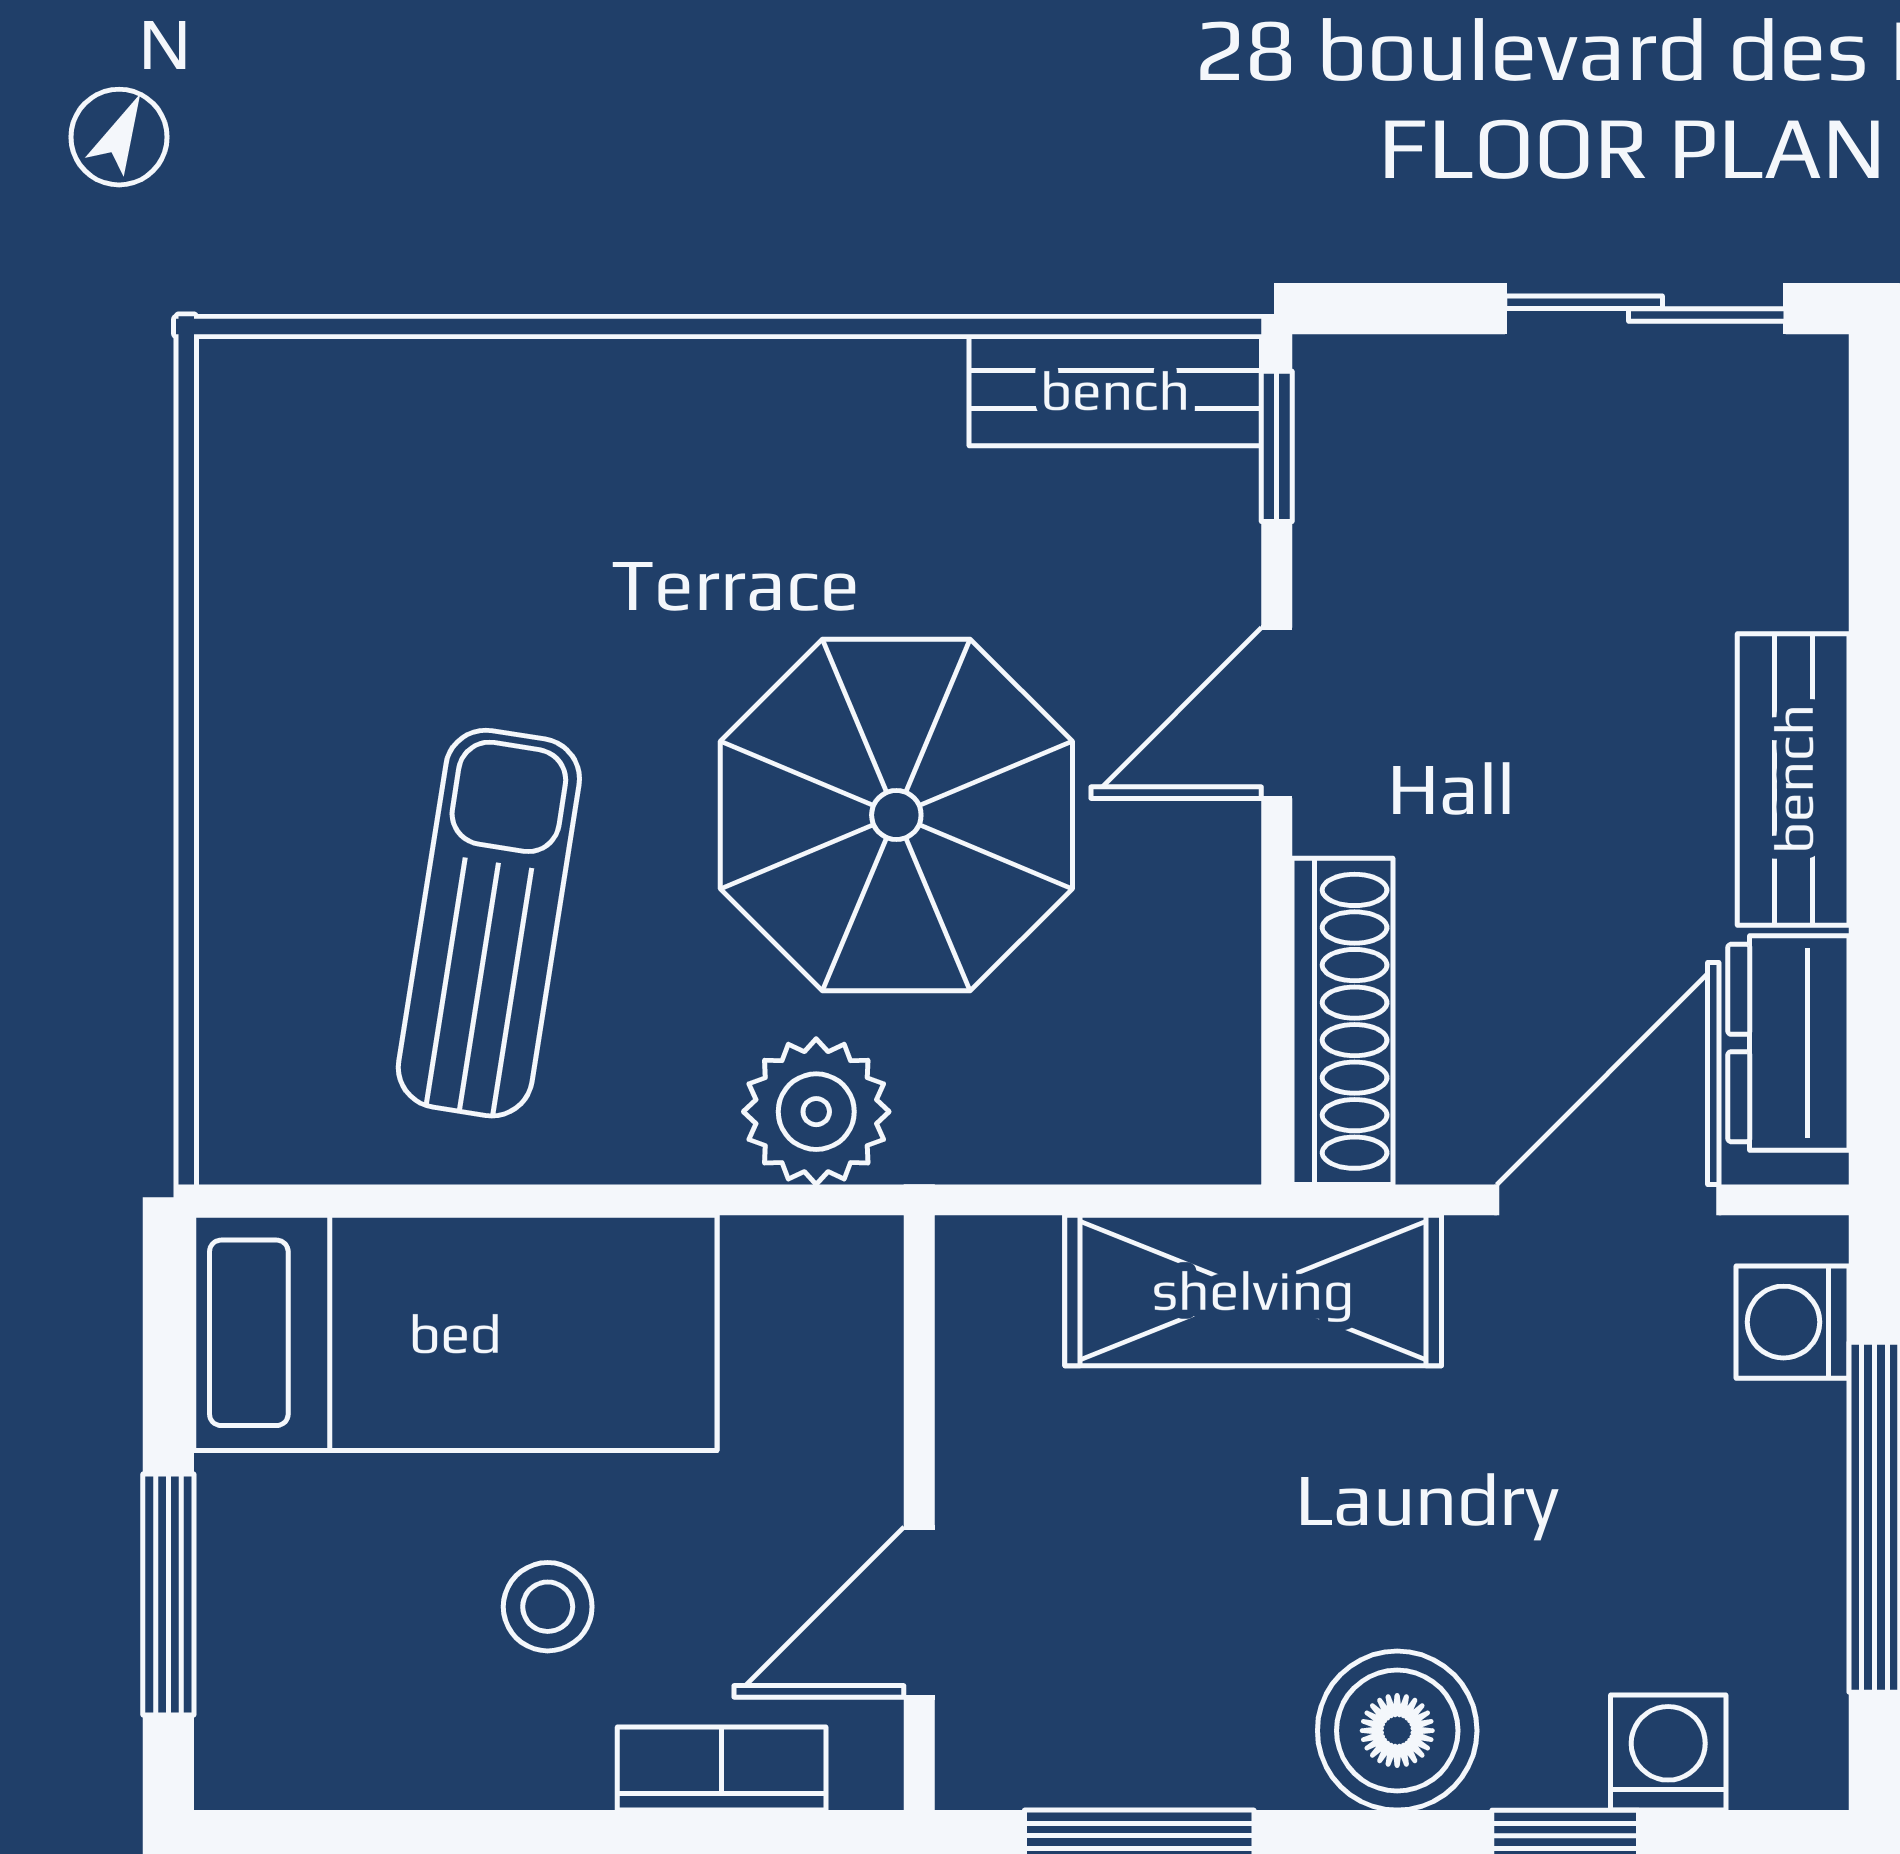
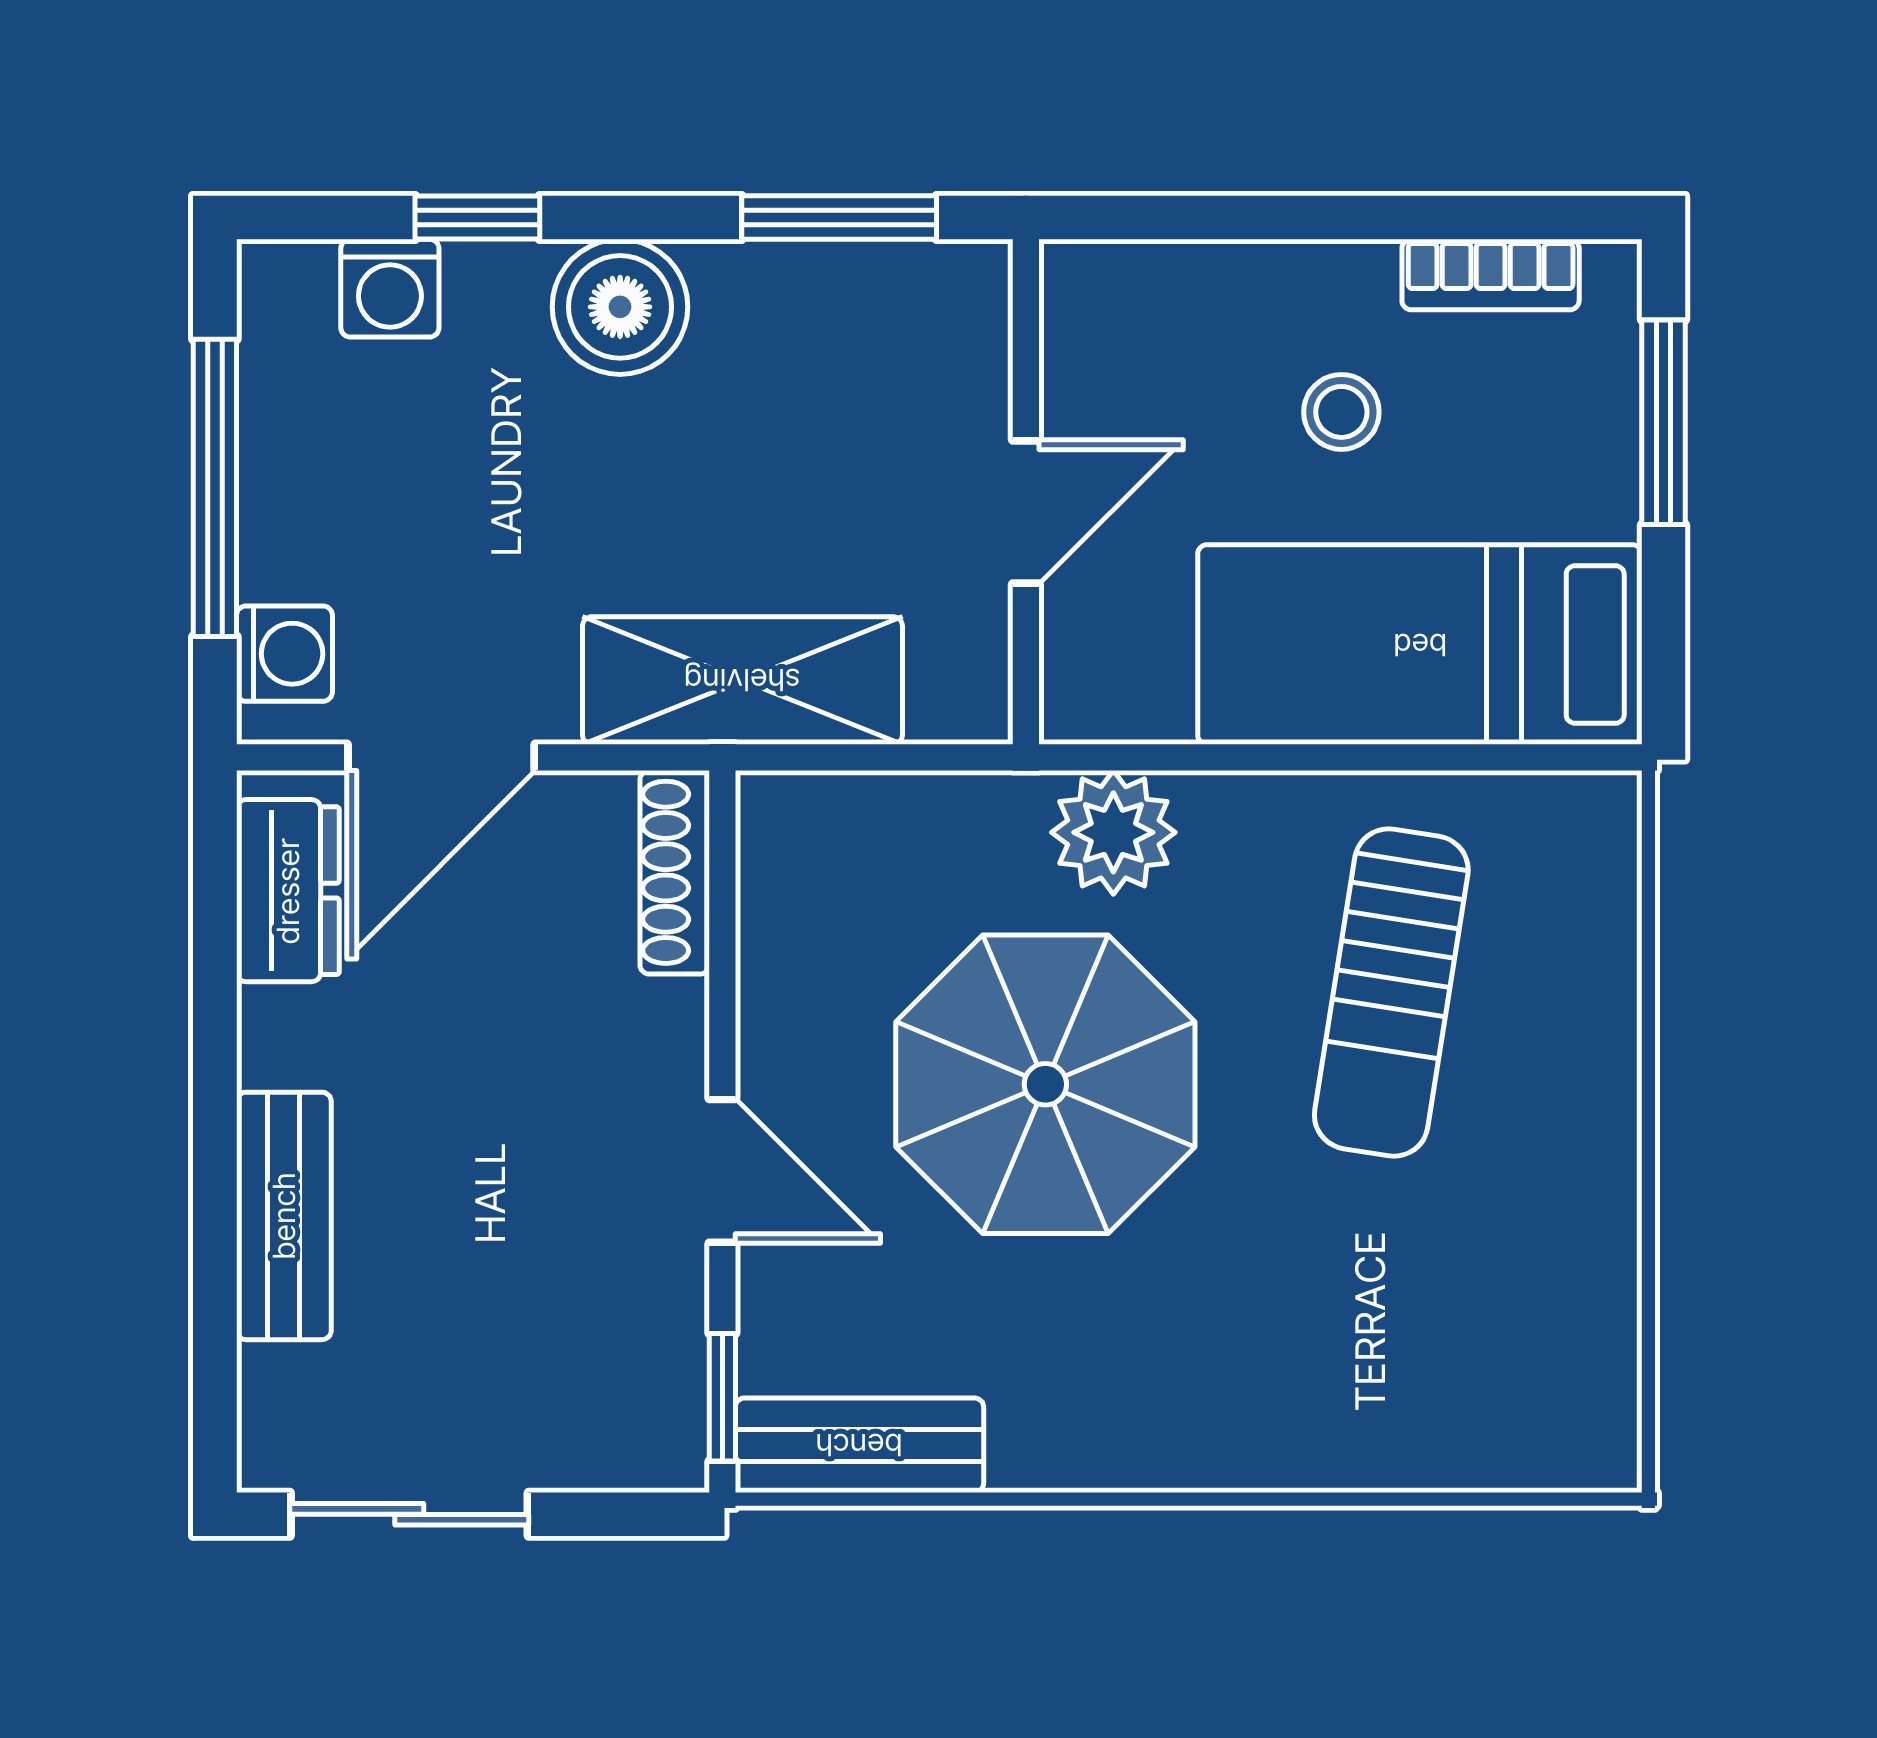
door: (1277, 713) -> (722, 1171), hinge flipped
bench: (1793, 779) -> (284, 1216), moved
shoe rack: (1342, 1021) -> (675, 872), width x0.74, depth x0.81
door: (919, 1612) -> (1026, 512), moved
bookcase: (722, 1769) -> (1491, 275), moved

